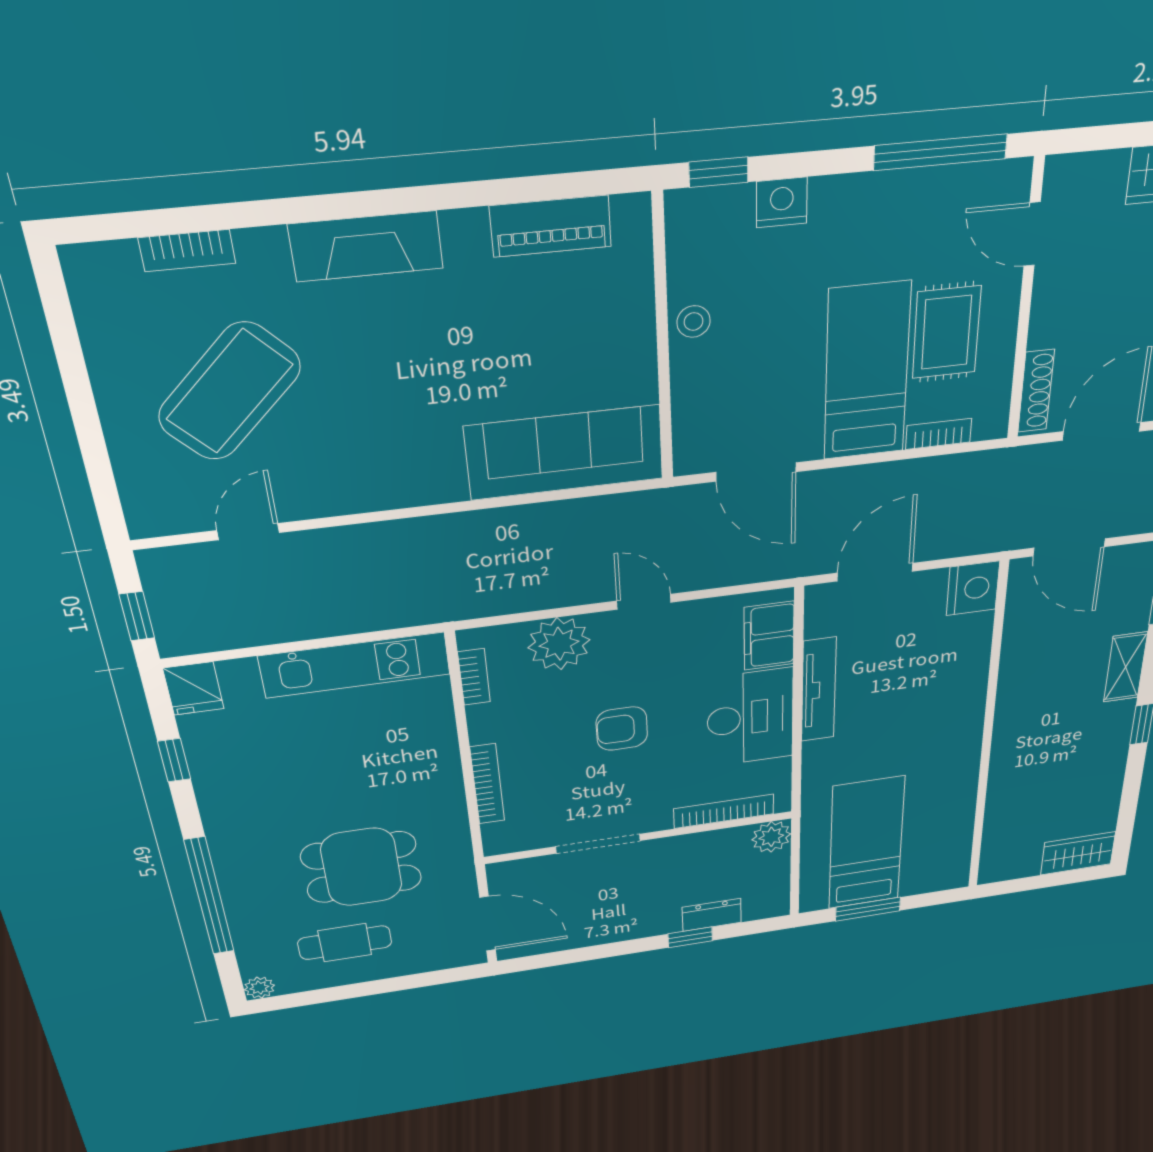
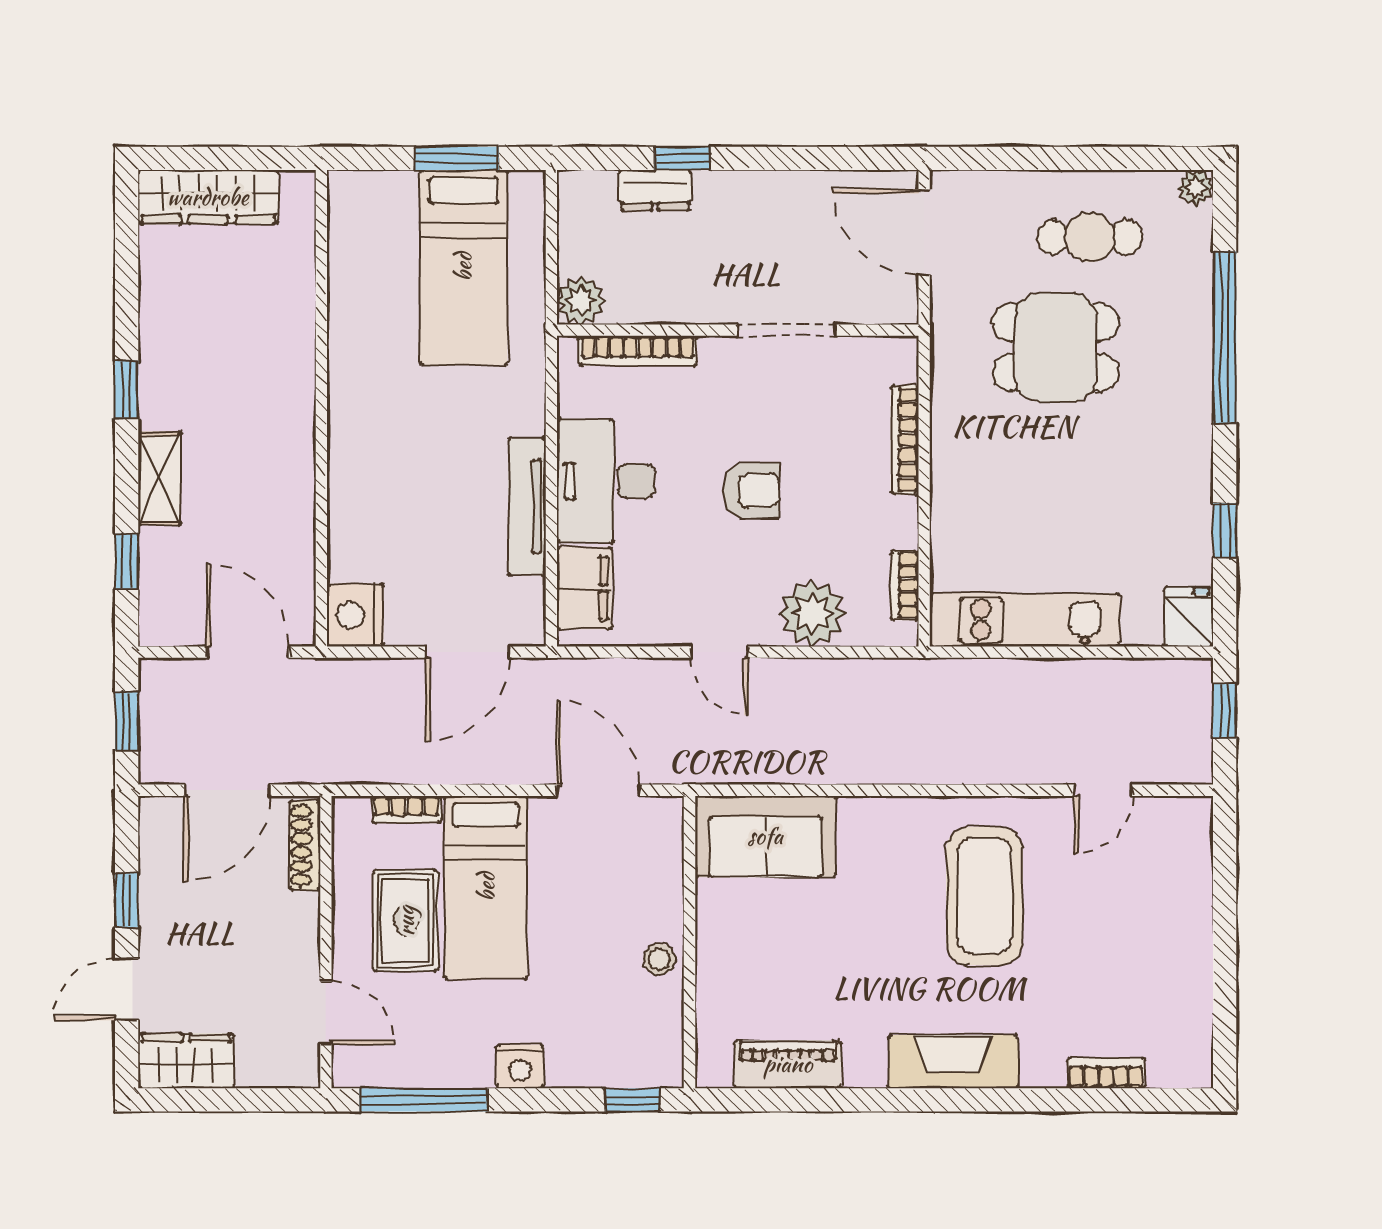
nightstand: (782, 202) -> (520, 1067), moved
coffee table: (229, 392) -> (984, 896), moved, turned -46
sofa: (565, 453) -> (765, 836), width x0.73
wardrobe: (1078, 853) -> (208, 197), width x1.50

